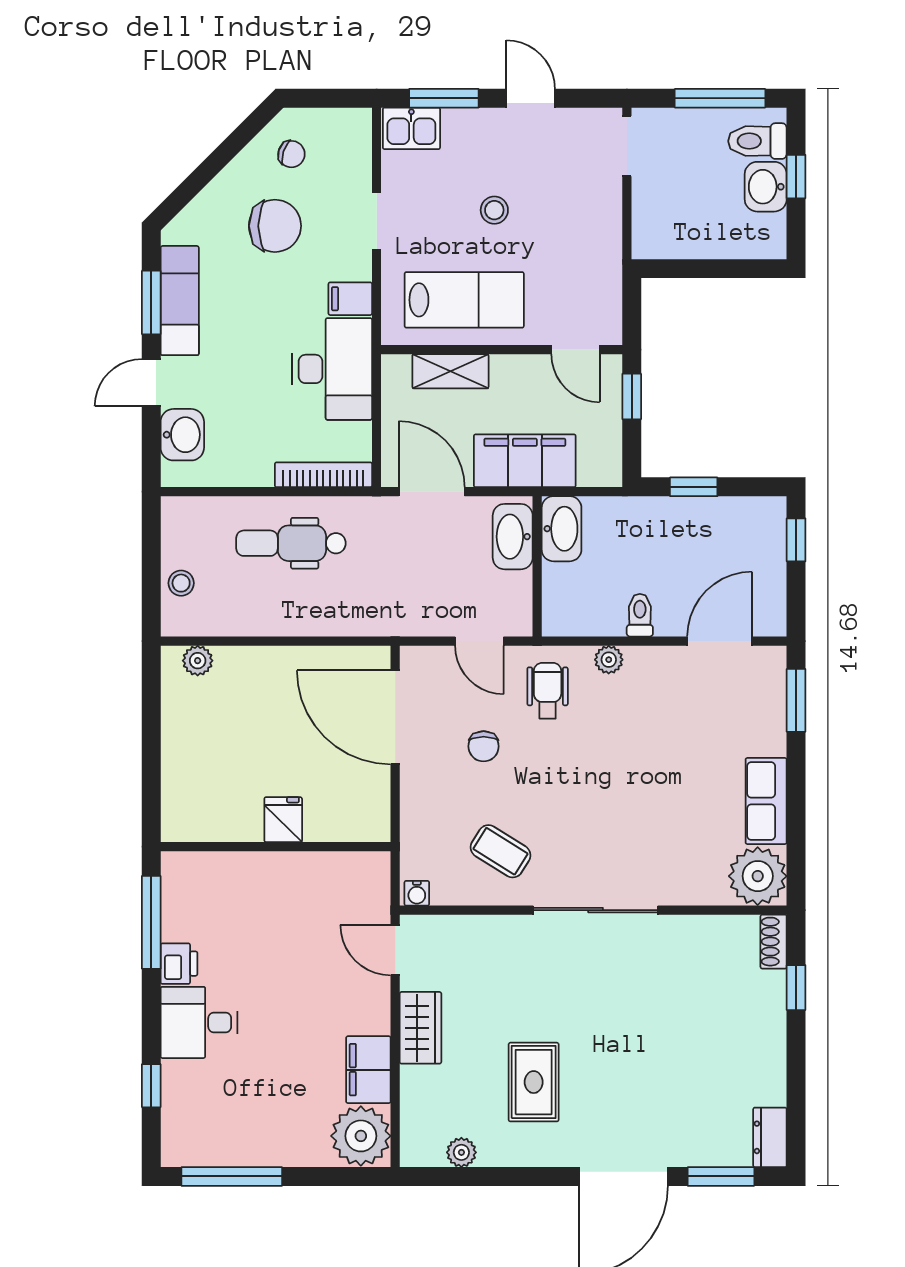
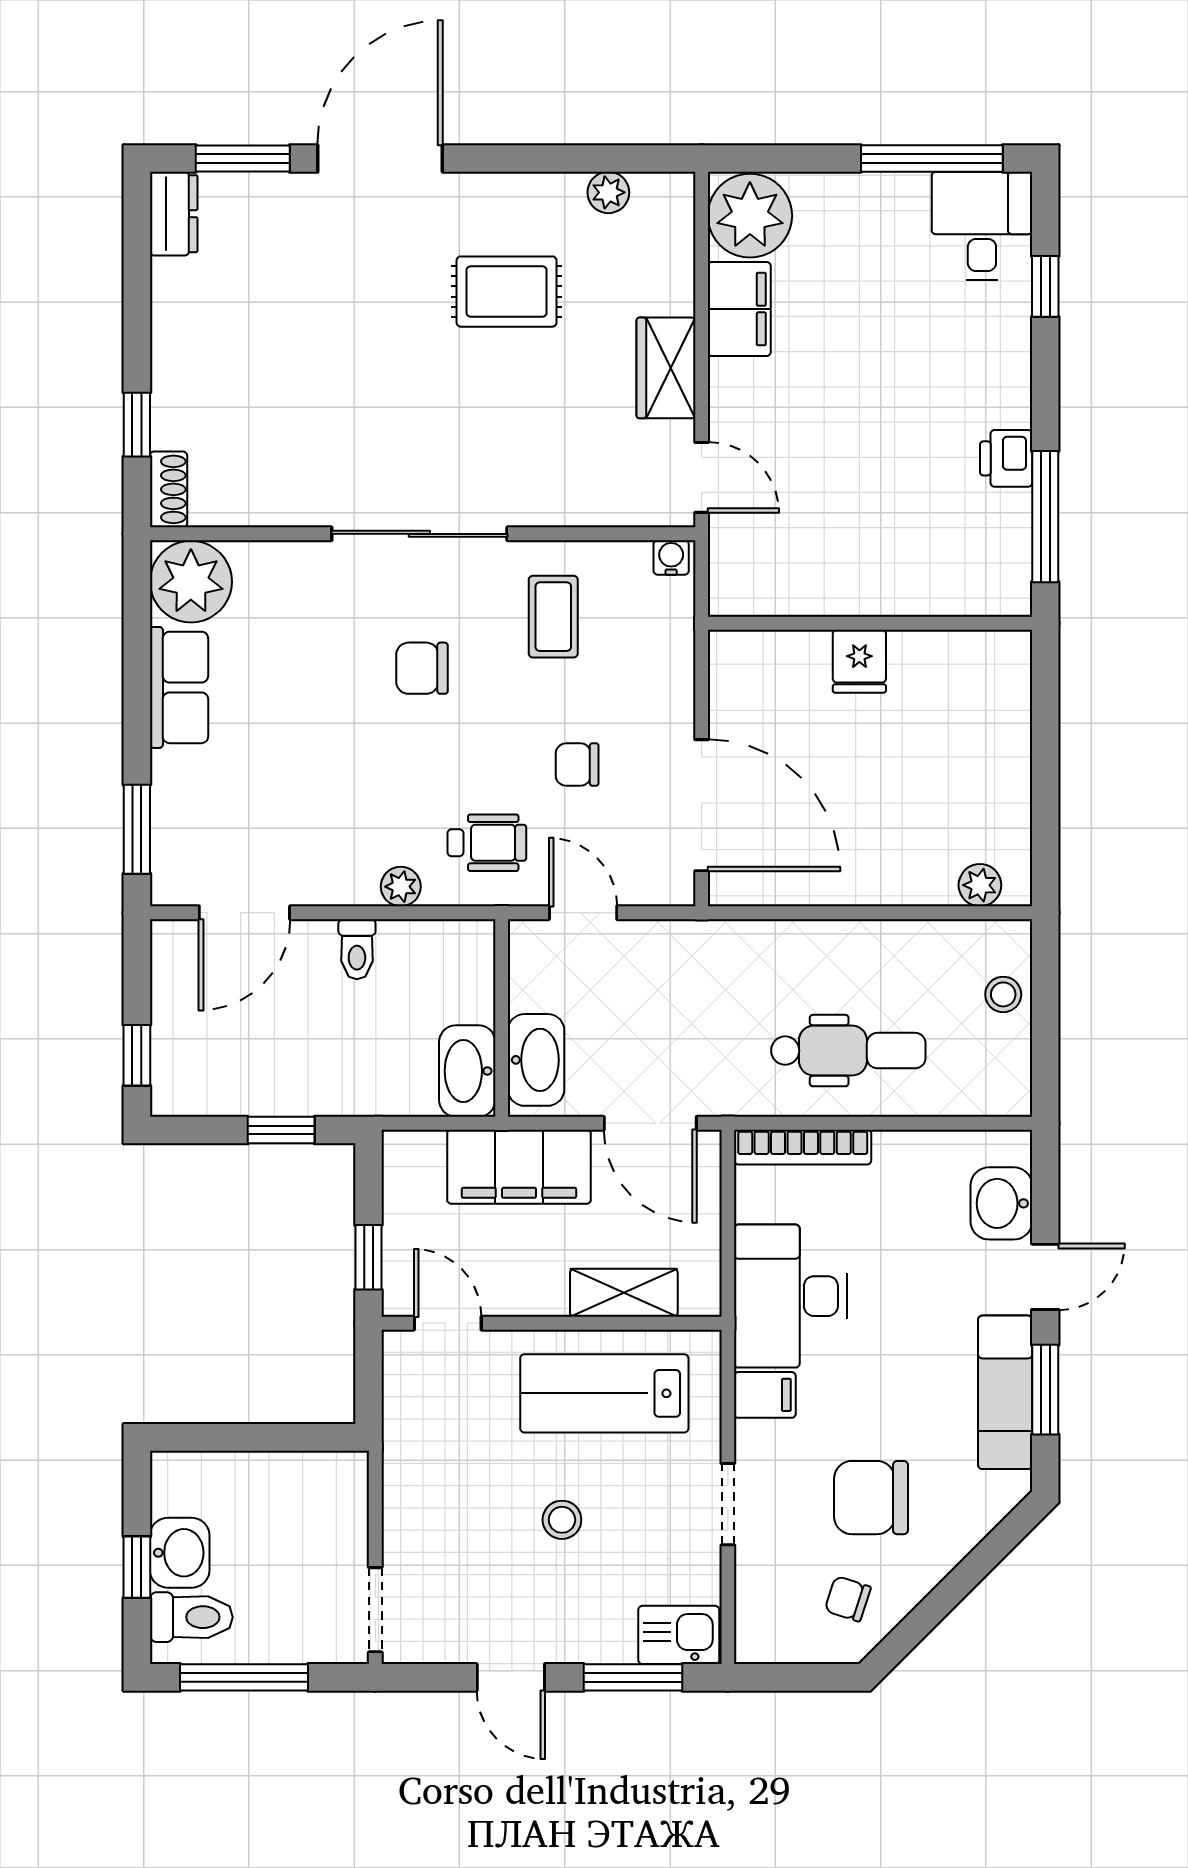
wheelchair: (548, 691) -> (487, 843), turned -90
chair: (484, 746) -> (577, 765), turned -90
chair: (594, 815) -> (422, 668), added
coffee table: (501, 851) -> (553, 617), turned 58
desk: (199, 1022) -> (982, 226), moved, turned -90
rug: (534, 1082) -> (507, 292), turned 90

